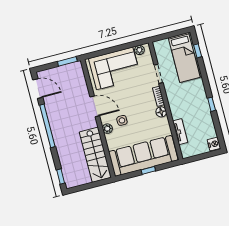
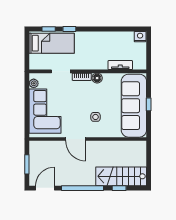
window: (67, 61) -> (27, 164), moved
window: (212, 104) -> (69, 29), moved
door: (95, 106) -> (76, 139), swing flipped
plant: (107, 129) -> (100, 133), removed
stairs: (95, 155) -> (121, 176), moved, turned 180
window: (61, 177) -> (119, 188), moved

